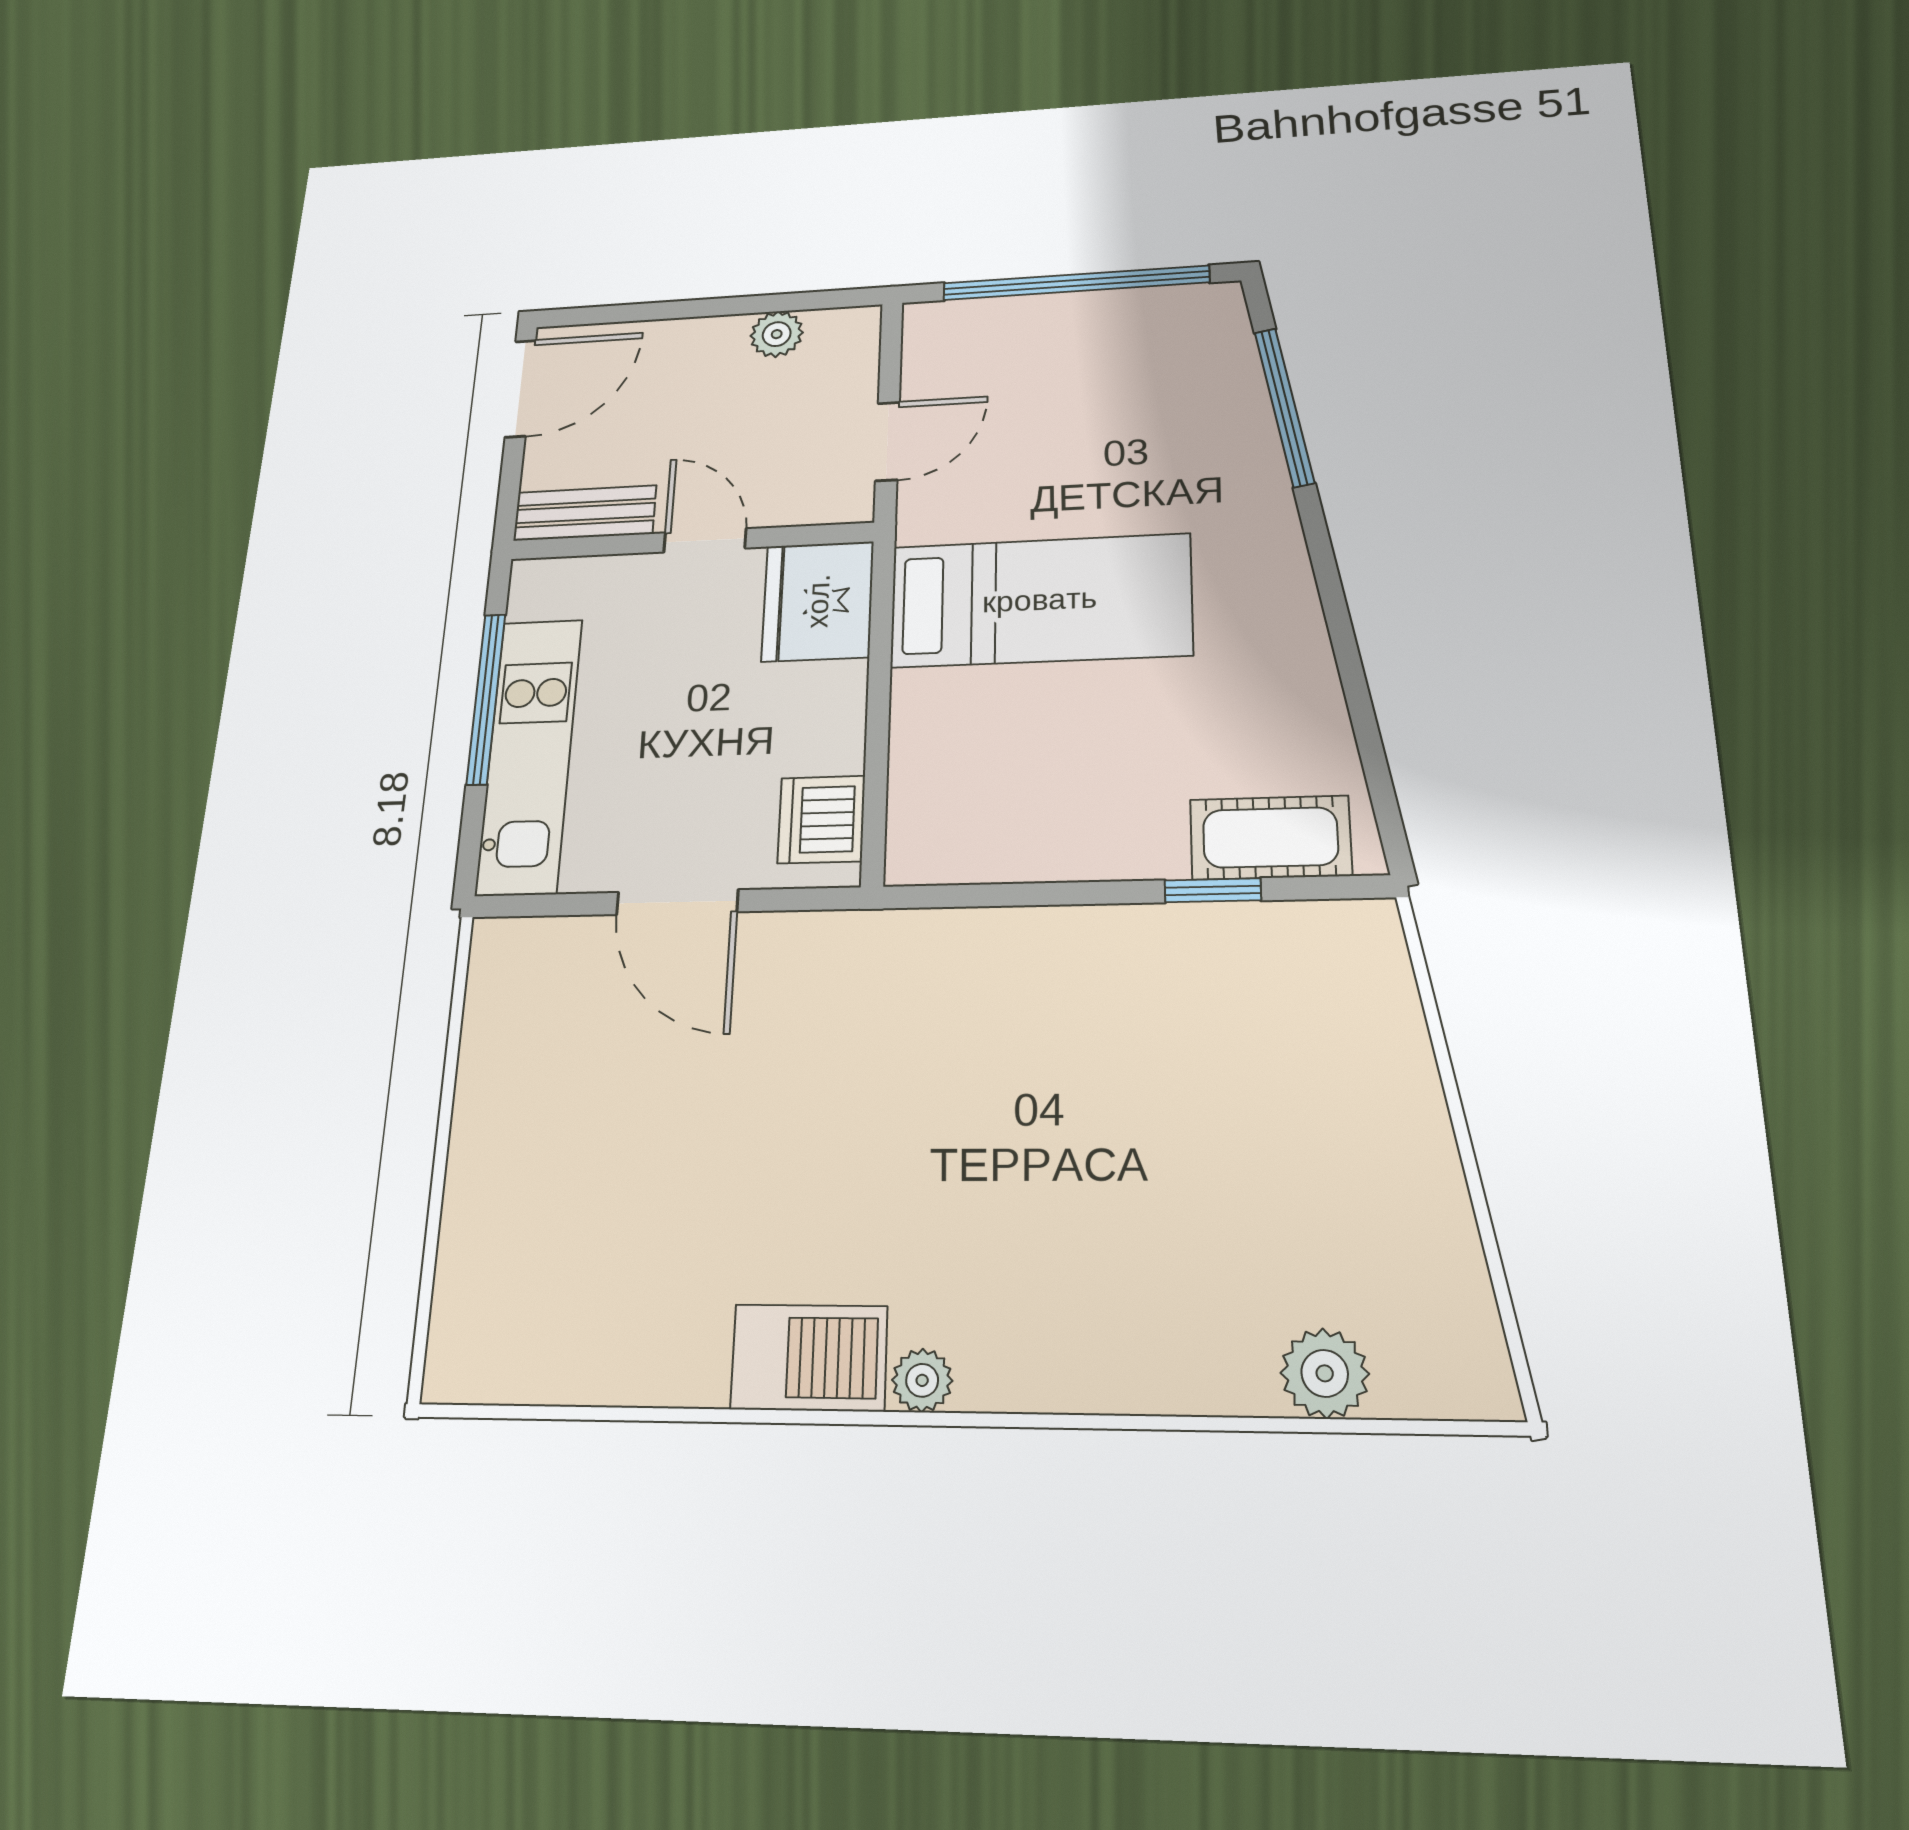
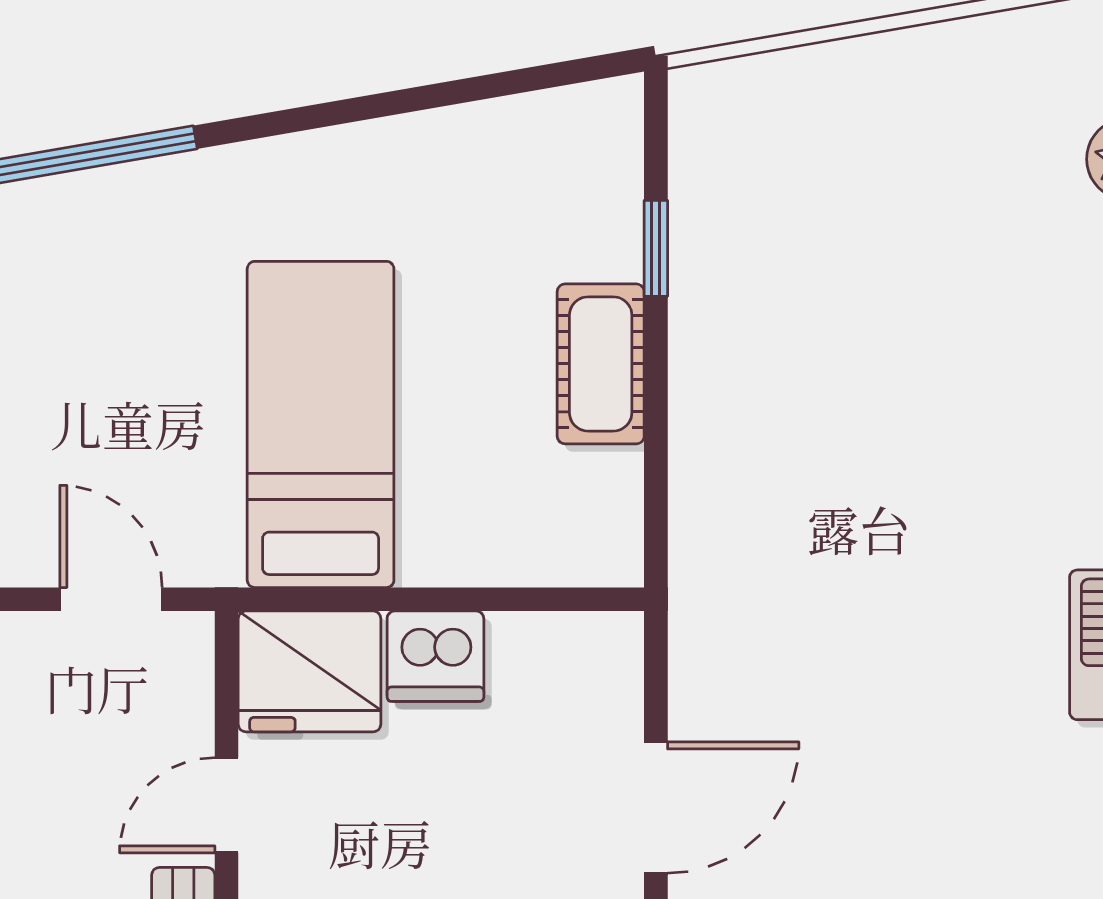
dishwasher: (821, 819) -> (435, 656), moved
cot: (1270, 838) -> (601, 364), moved

